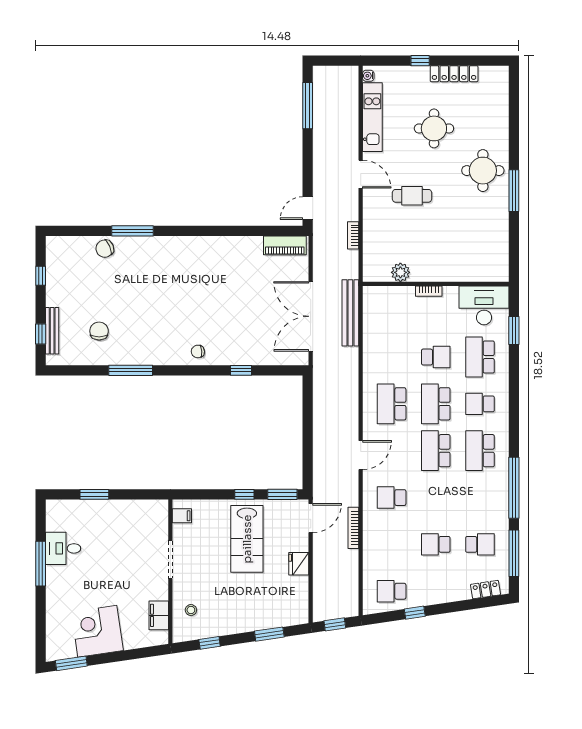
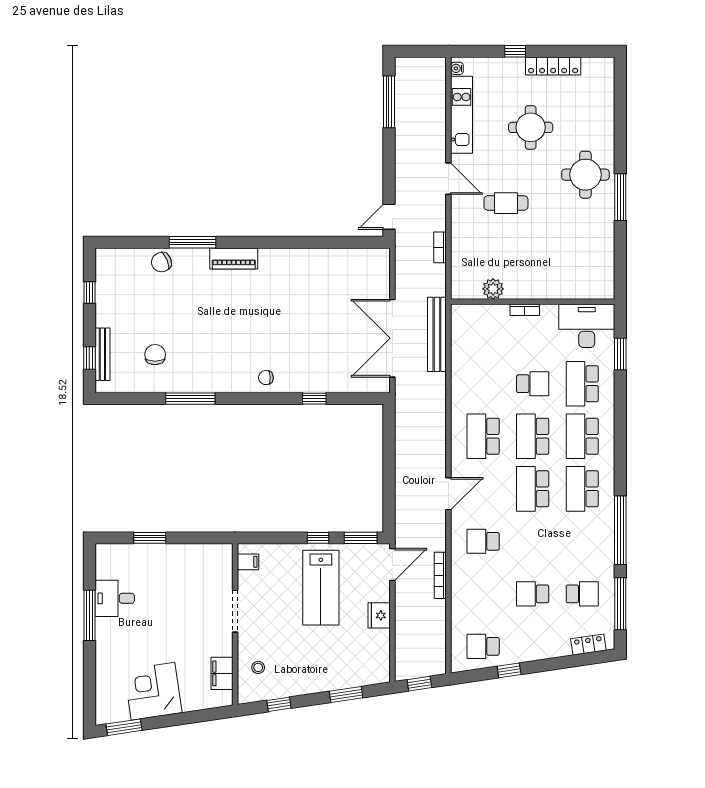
piano: (285, 245) -> (234, 258), moved
school desk: (480, 404) -> (582, 436), width x1.85

